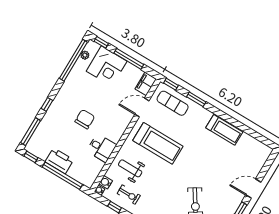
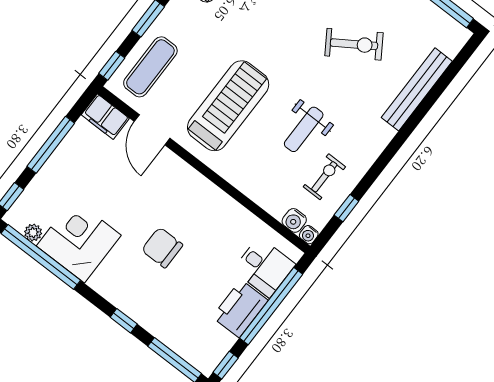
corner desk: (107, 66) -> (79, 241), moved, turned -90
desk: (101, 148) -> (264, 267), moved, turned 90
weight bench: (130, 168) -> (304, 129), moved

